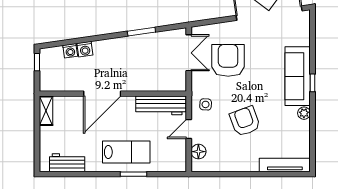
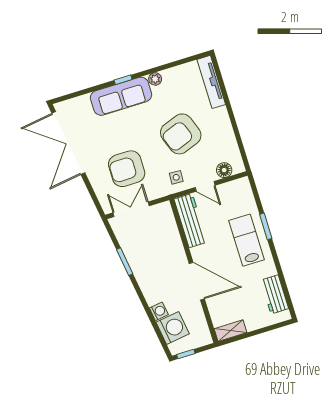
washing machine: (70, 51) -> (173, 328), width x1.89, depth x1.89
armchair: (245, 121) -> (181, 134), width x1.36, depth x1.36

